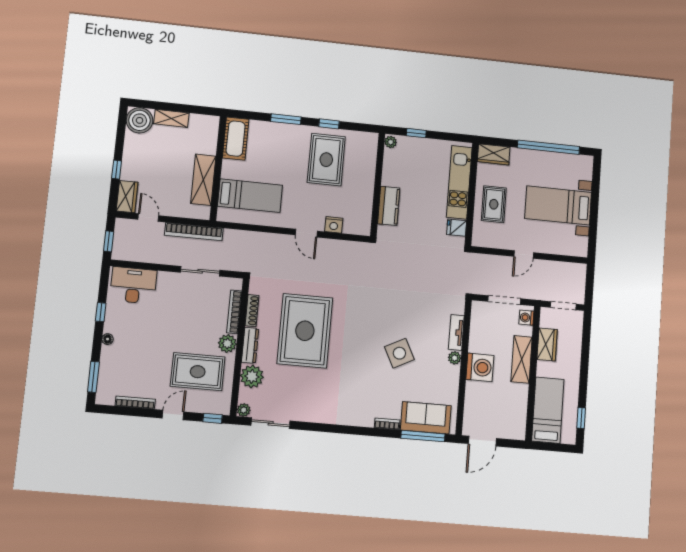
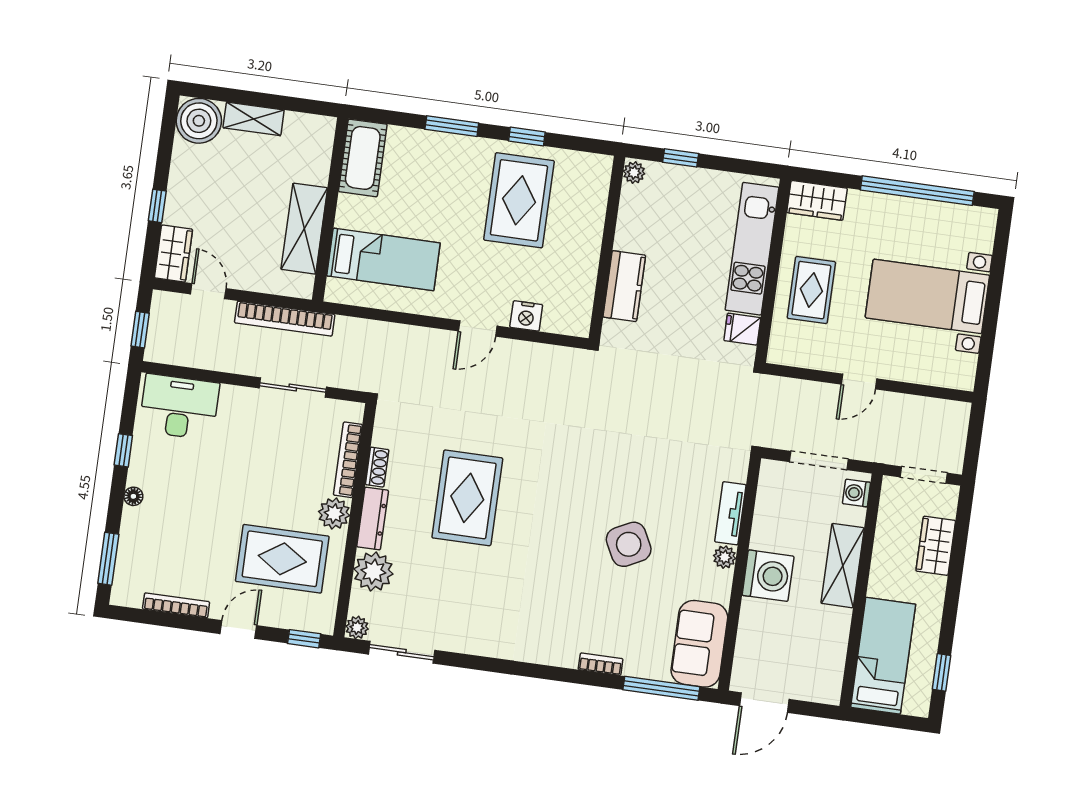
door: (306, 233) -> (478, 329), hinge flipped
shoe rack: (252, 311) -> (377, 467), width x0.70
rug: (305, 331) -> (467, 498), width x0.73, depth x0.69
wardrobe: (547, 344) -> (936, 546), moved, turned 180
sofa: (426, 418) -> (699, 644), moved, turned -90

